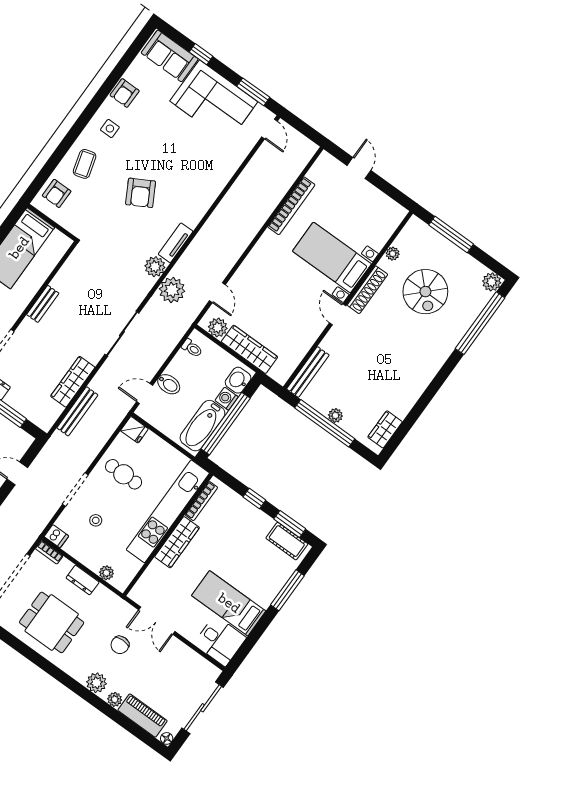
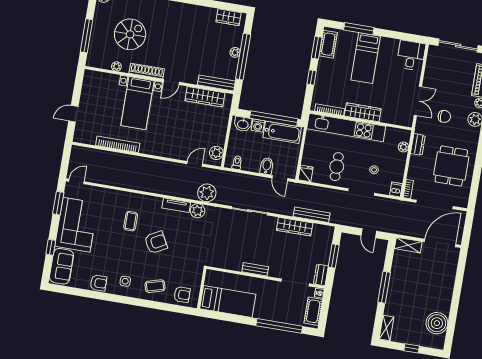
coffee table: (184, 174) -> (131, 221), added
wardrobe: (249, 349) -> (205, 97), moved, turned -90
dresser: (83, 580) -> (418, 144), moved
bed: (229, 603) -> (366, 58), moved

